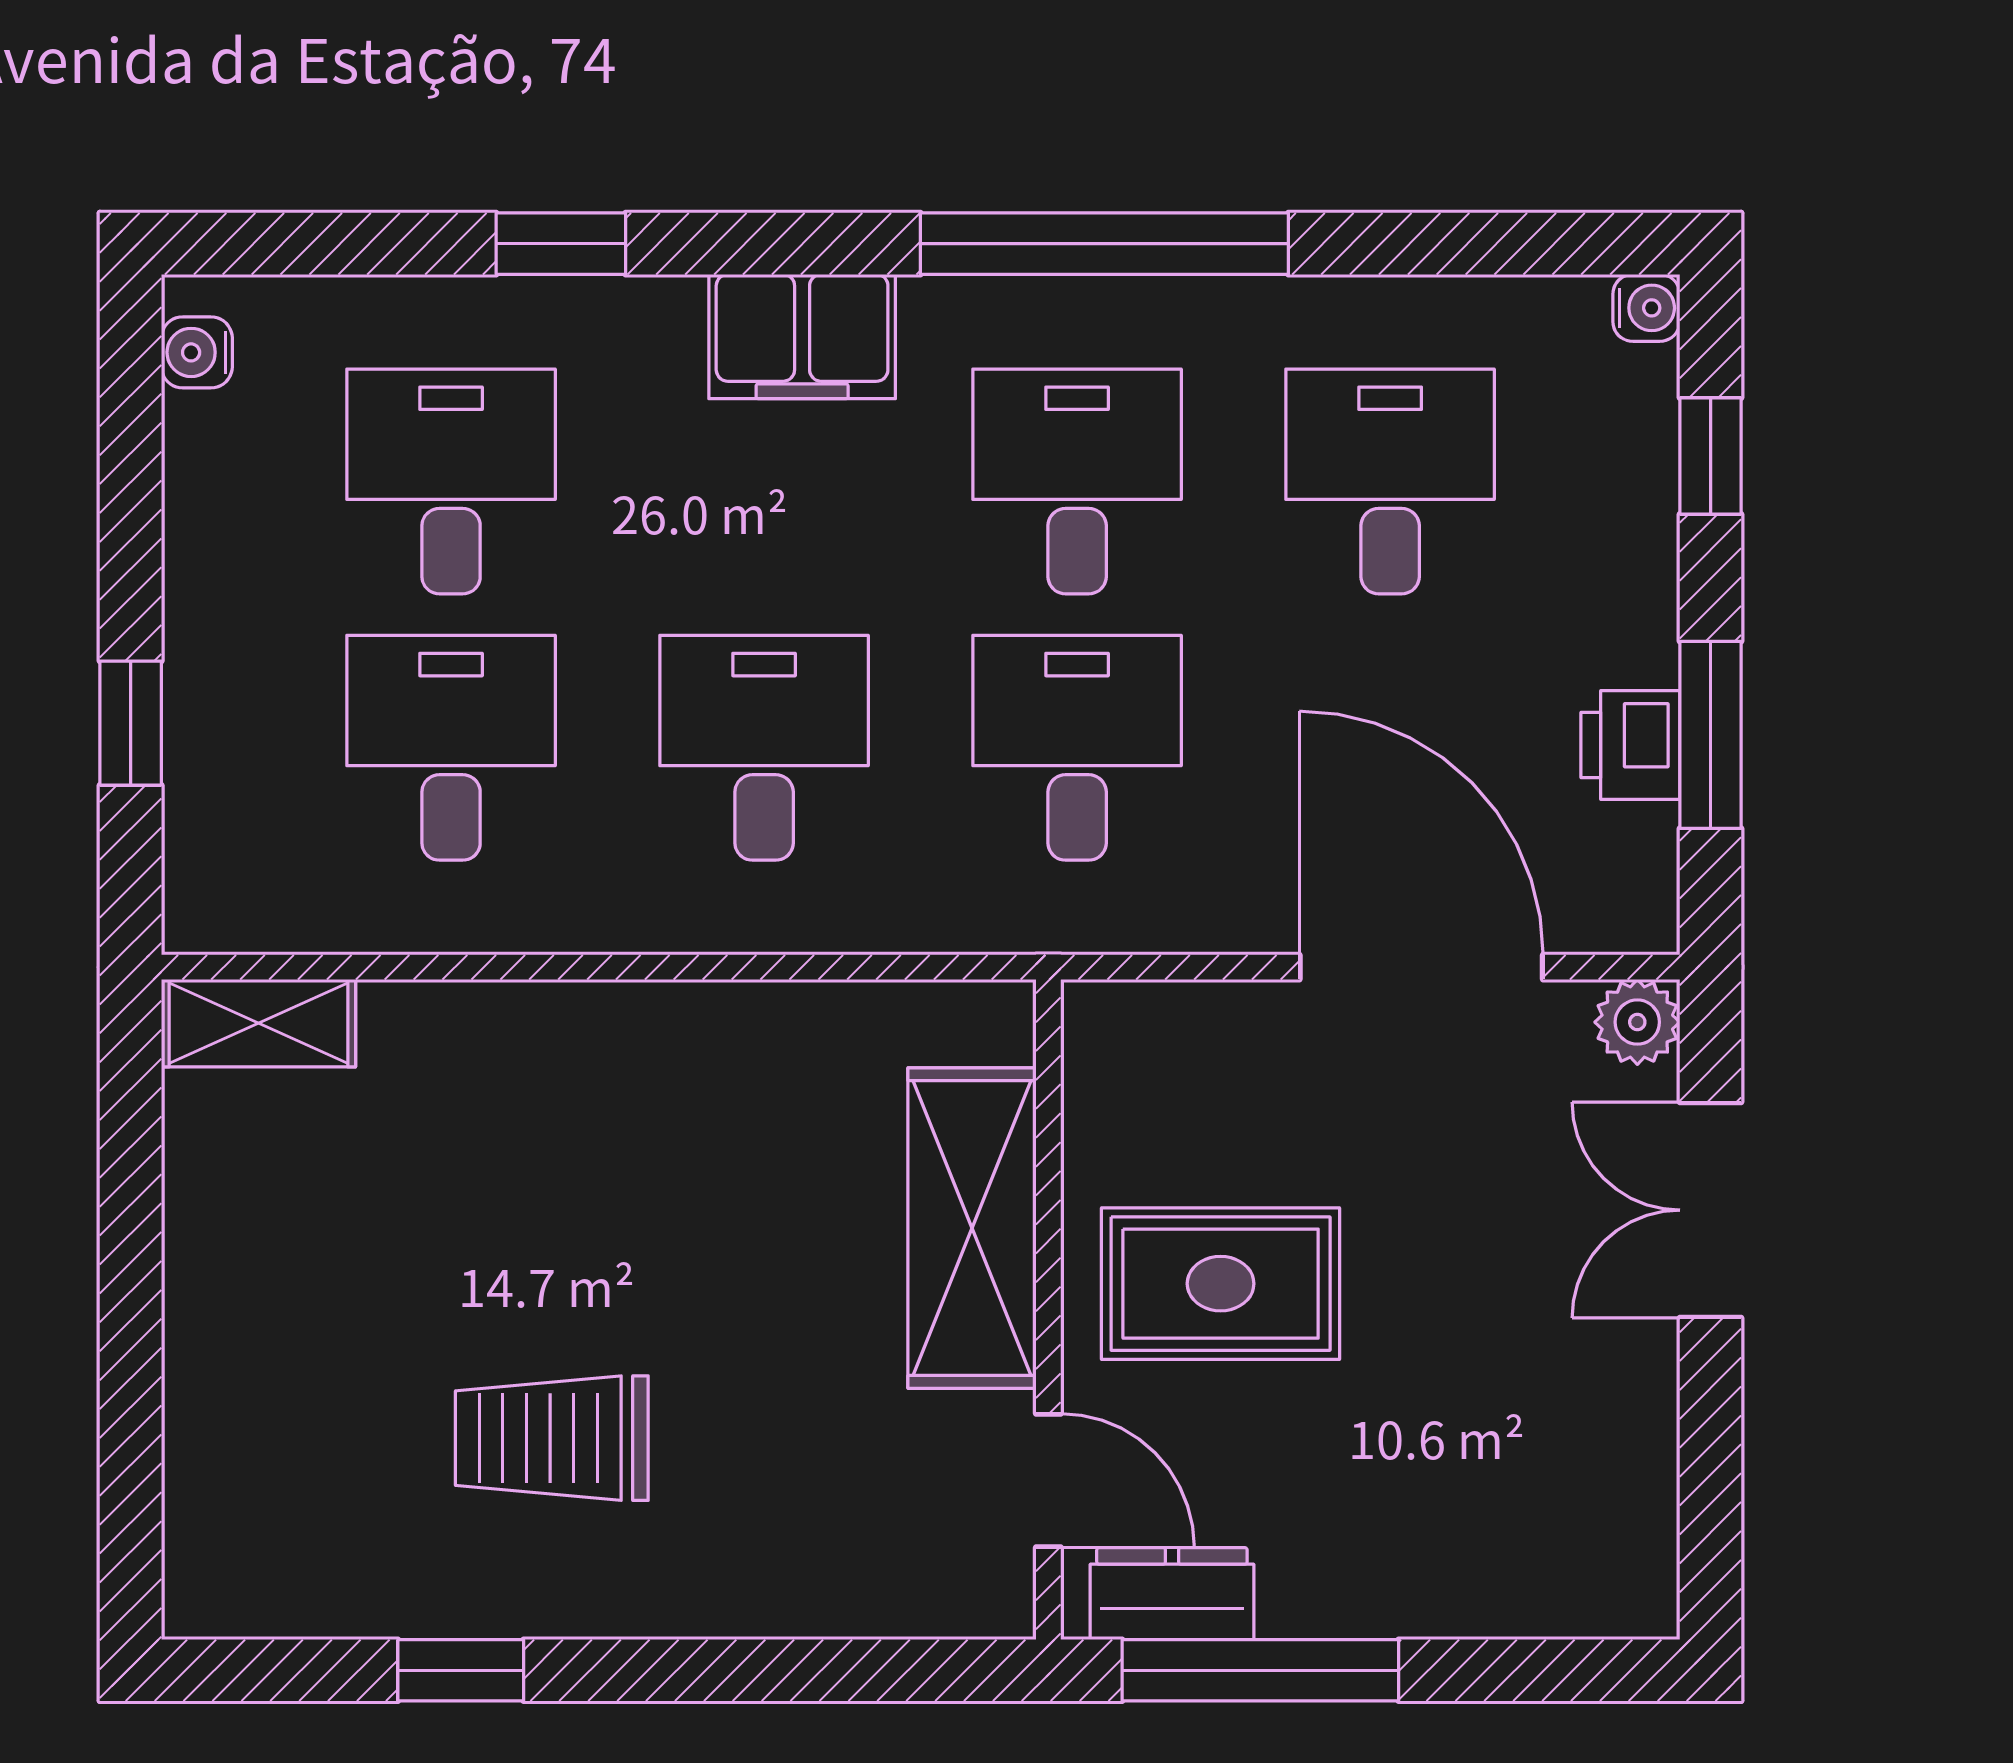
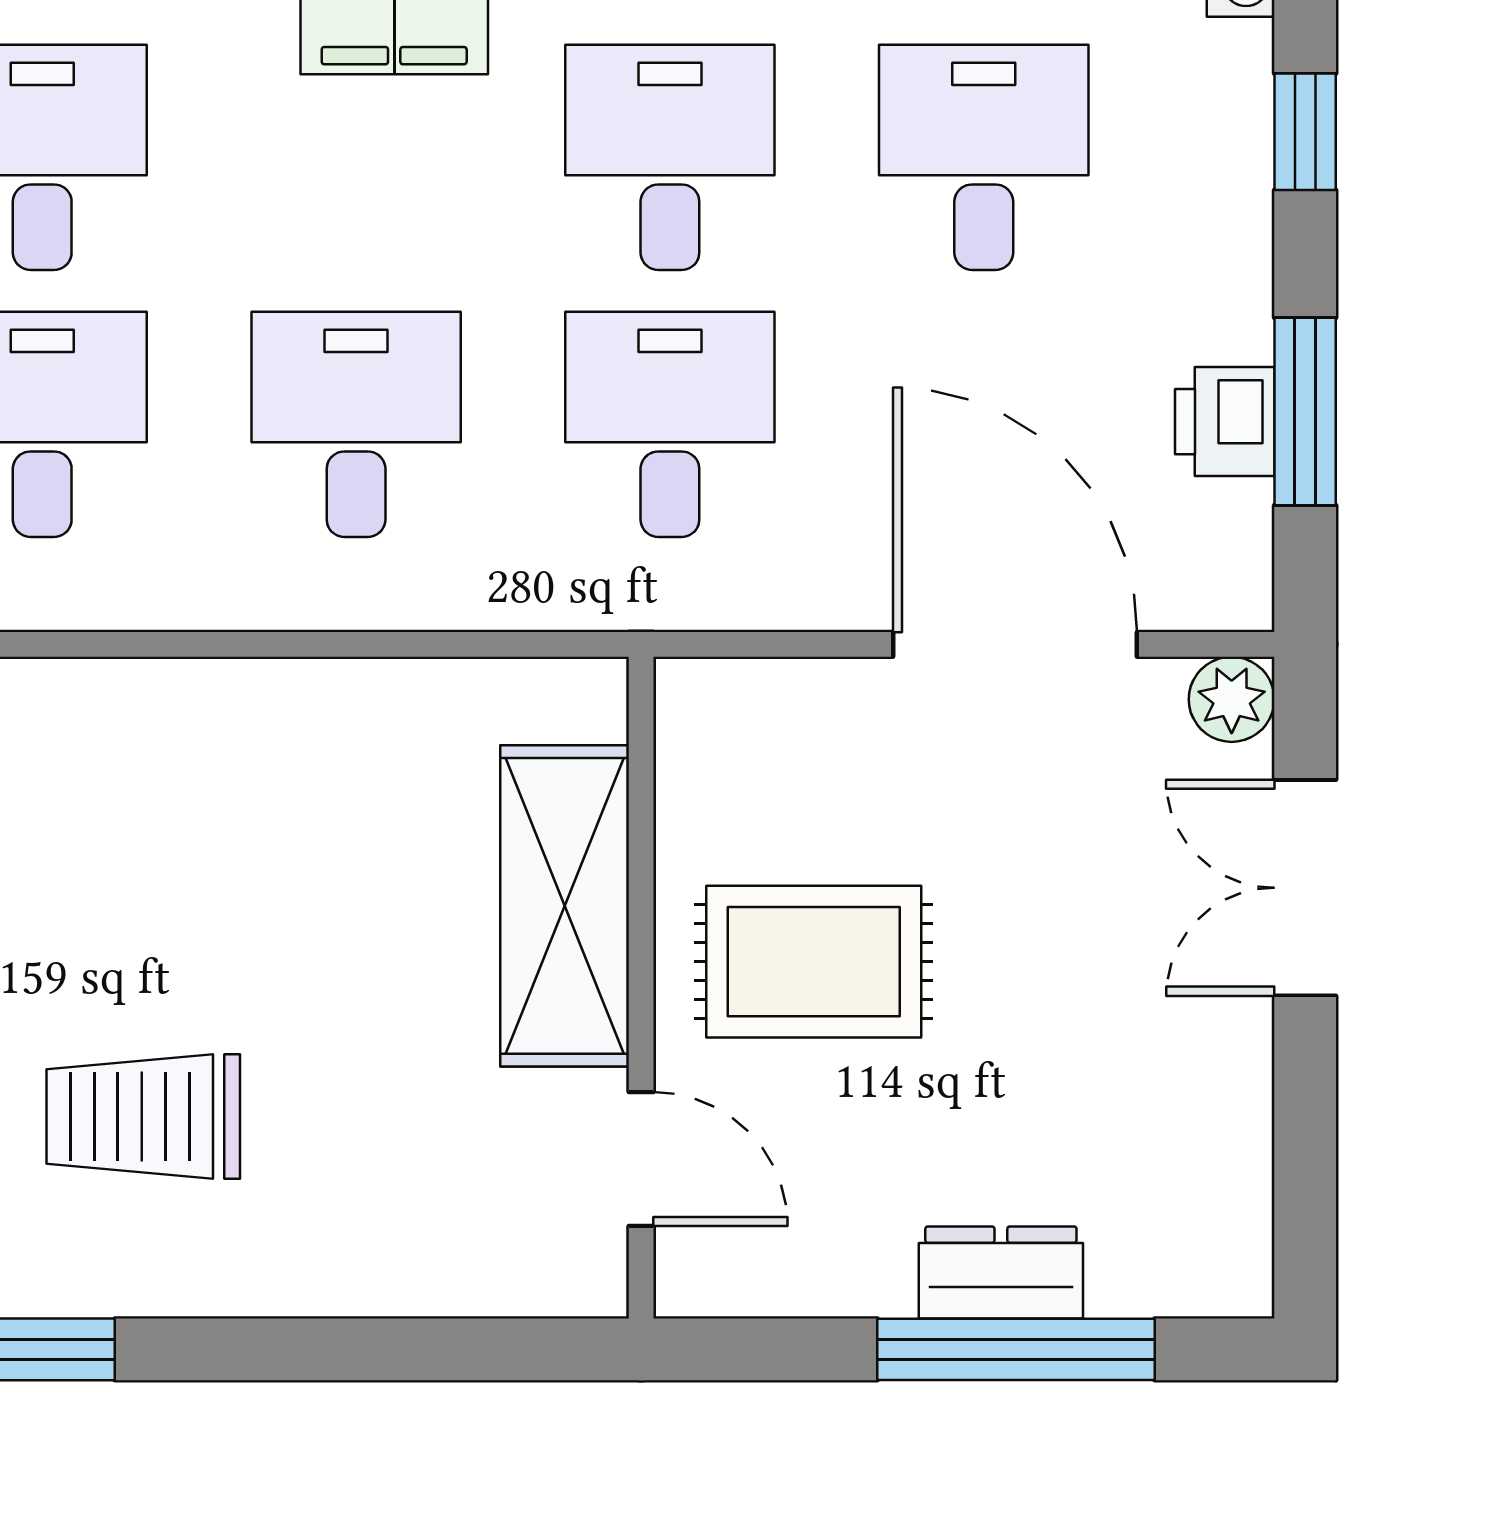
dresser: (1172, 1594) -> (1001, 1272), moved
window: (1260, 1670) -> (1016, 1349), moved

